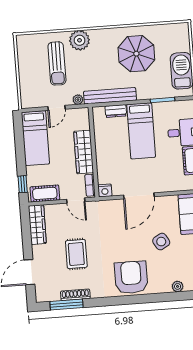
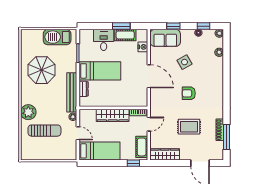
nightstand: (105, 190) -> (143, 47), moved
armchair: (131, 277) -> (189, 93), moved, width x0.53, depth x0.53

